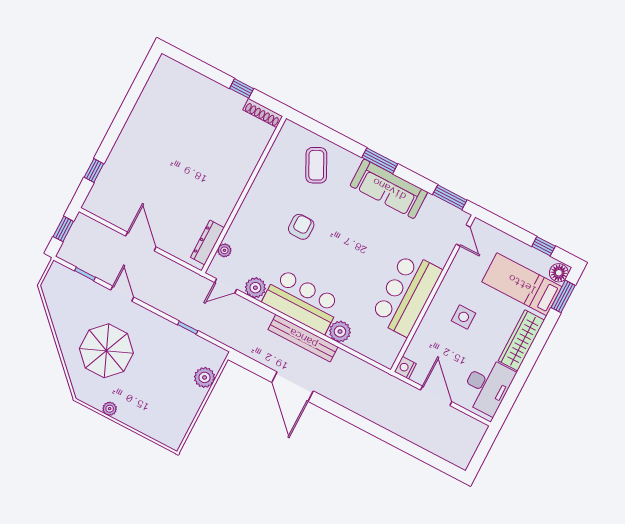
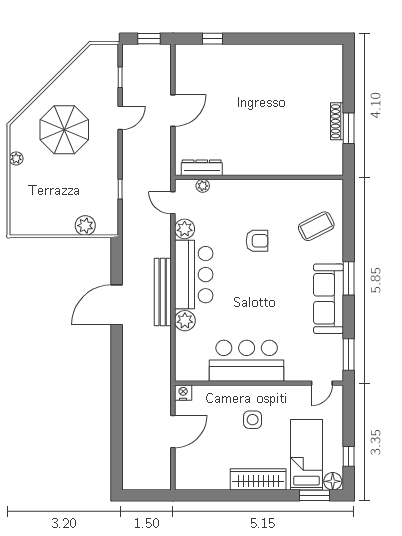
window: (242, 88) -> (349, 128), width x1.50
shoe rack: (263, 113) -> (337, 121), moved
desk: (487, 386) -> (204, 471), removed

